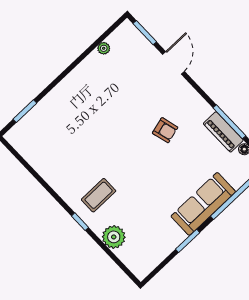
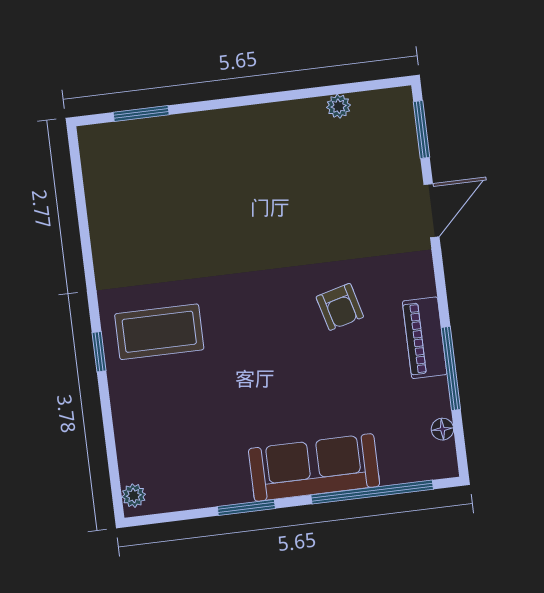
piano: (223, 132) -> (425, 338), moved
coffee table: (99, 195) -> (159, 332), width x1.36, depth x1.32
plant: (114, 237) -> (134, 496), moved, width x0.53, depth x0.53

